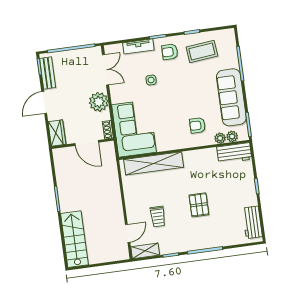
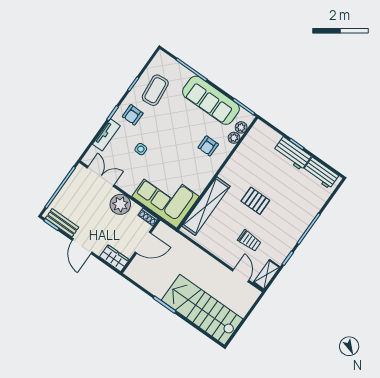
workbench: (234, 153) -> (292, 154), moved, turned 90
pallet: (199, 205) -> (255, 201), moved
stairs: (74, 239) -> (202, 310), width x1.36, depth x1.51

